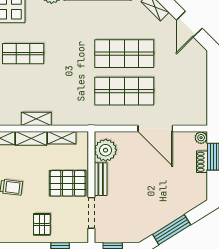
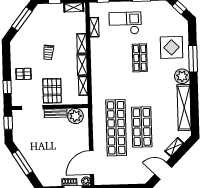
shop shelf: (124, 91) -> (116, 128), width x1.40
shelving: (36, 119) -> (96, 68), removed
door: (155, 129) -> (92, 163), moved

